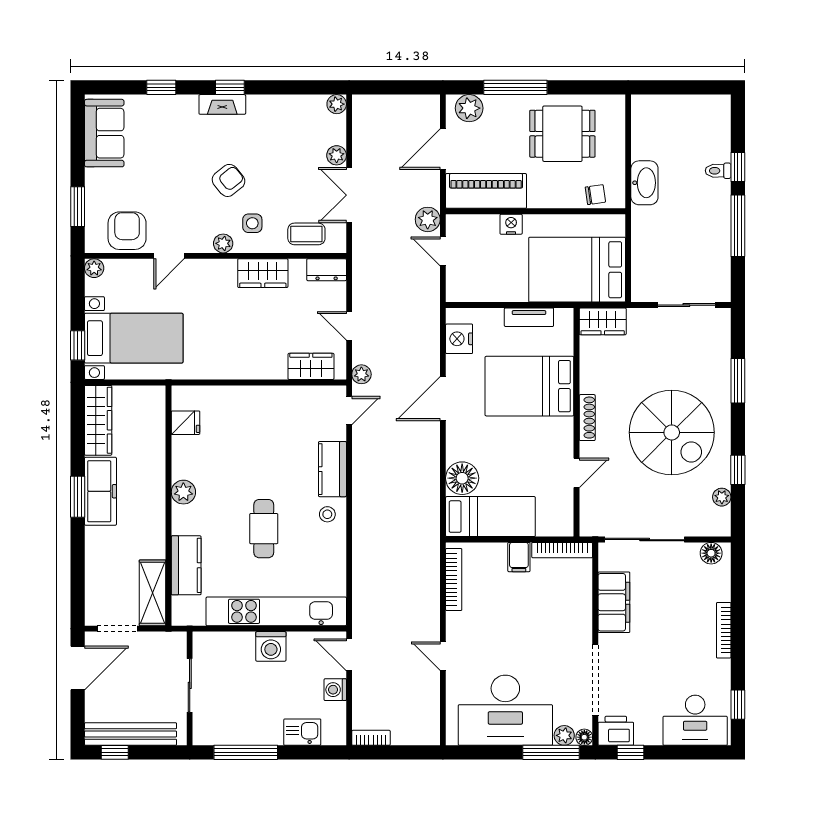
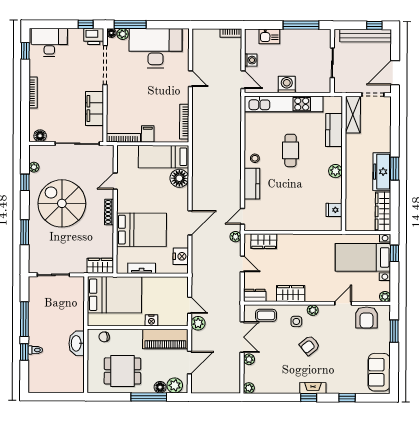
floor lamp: (495, 105) -> (160, 387), added

